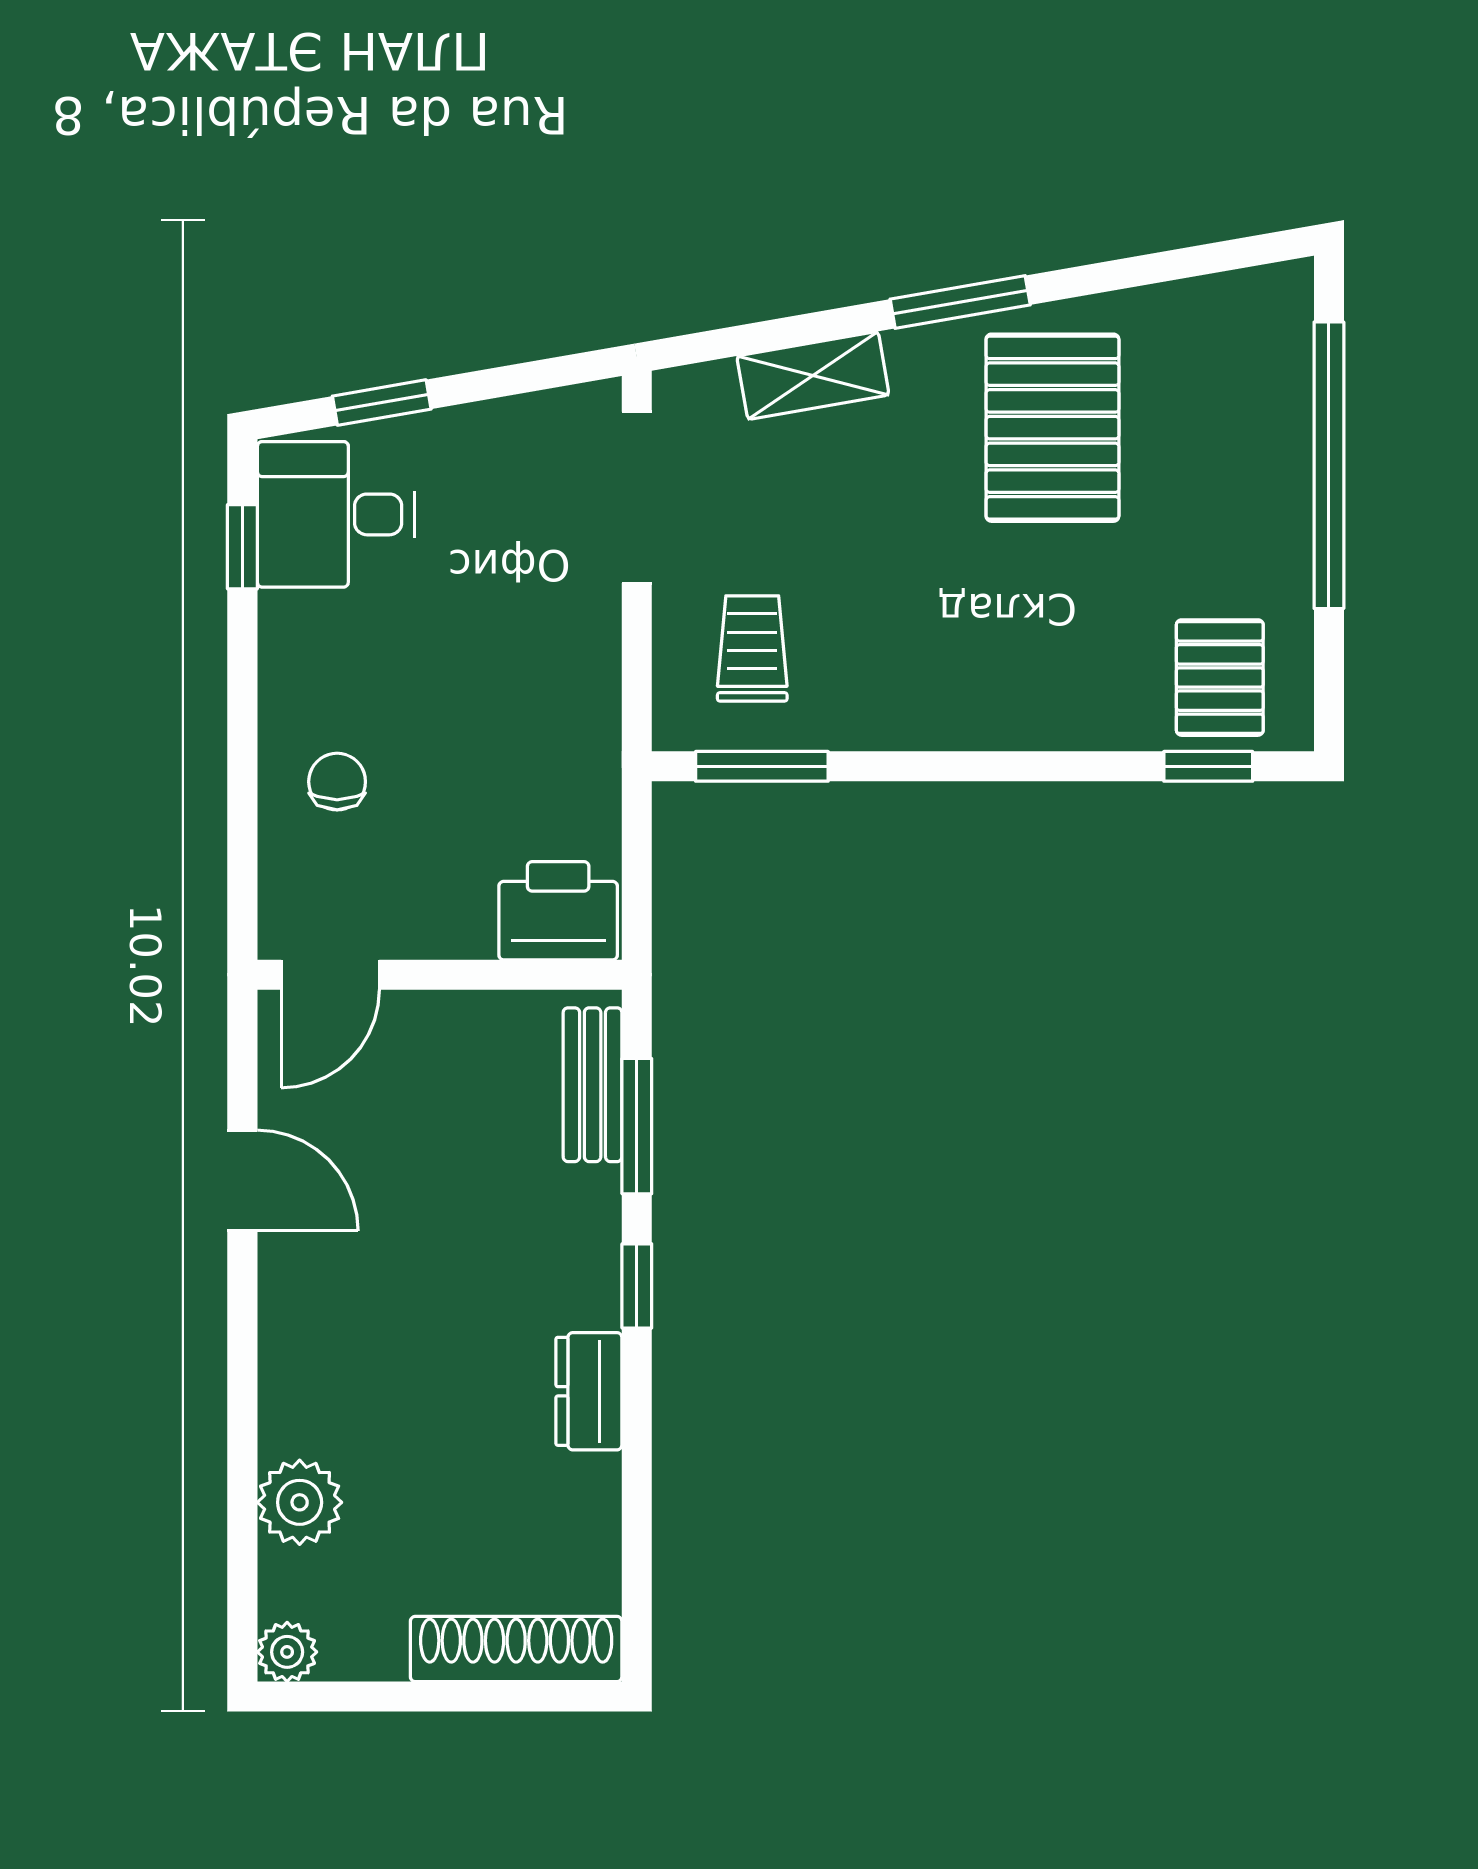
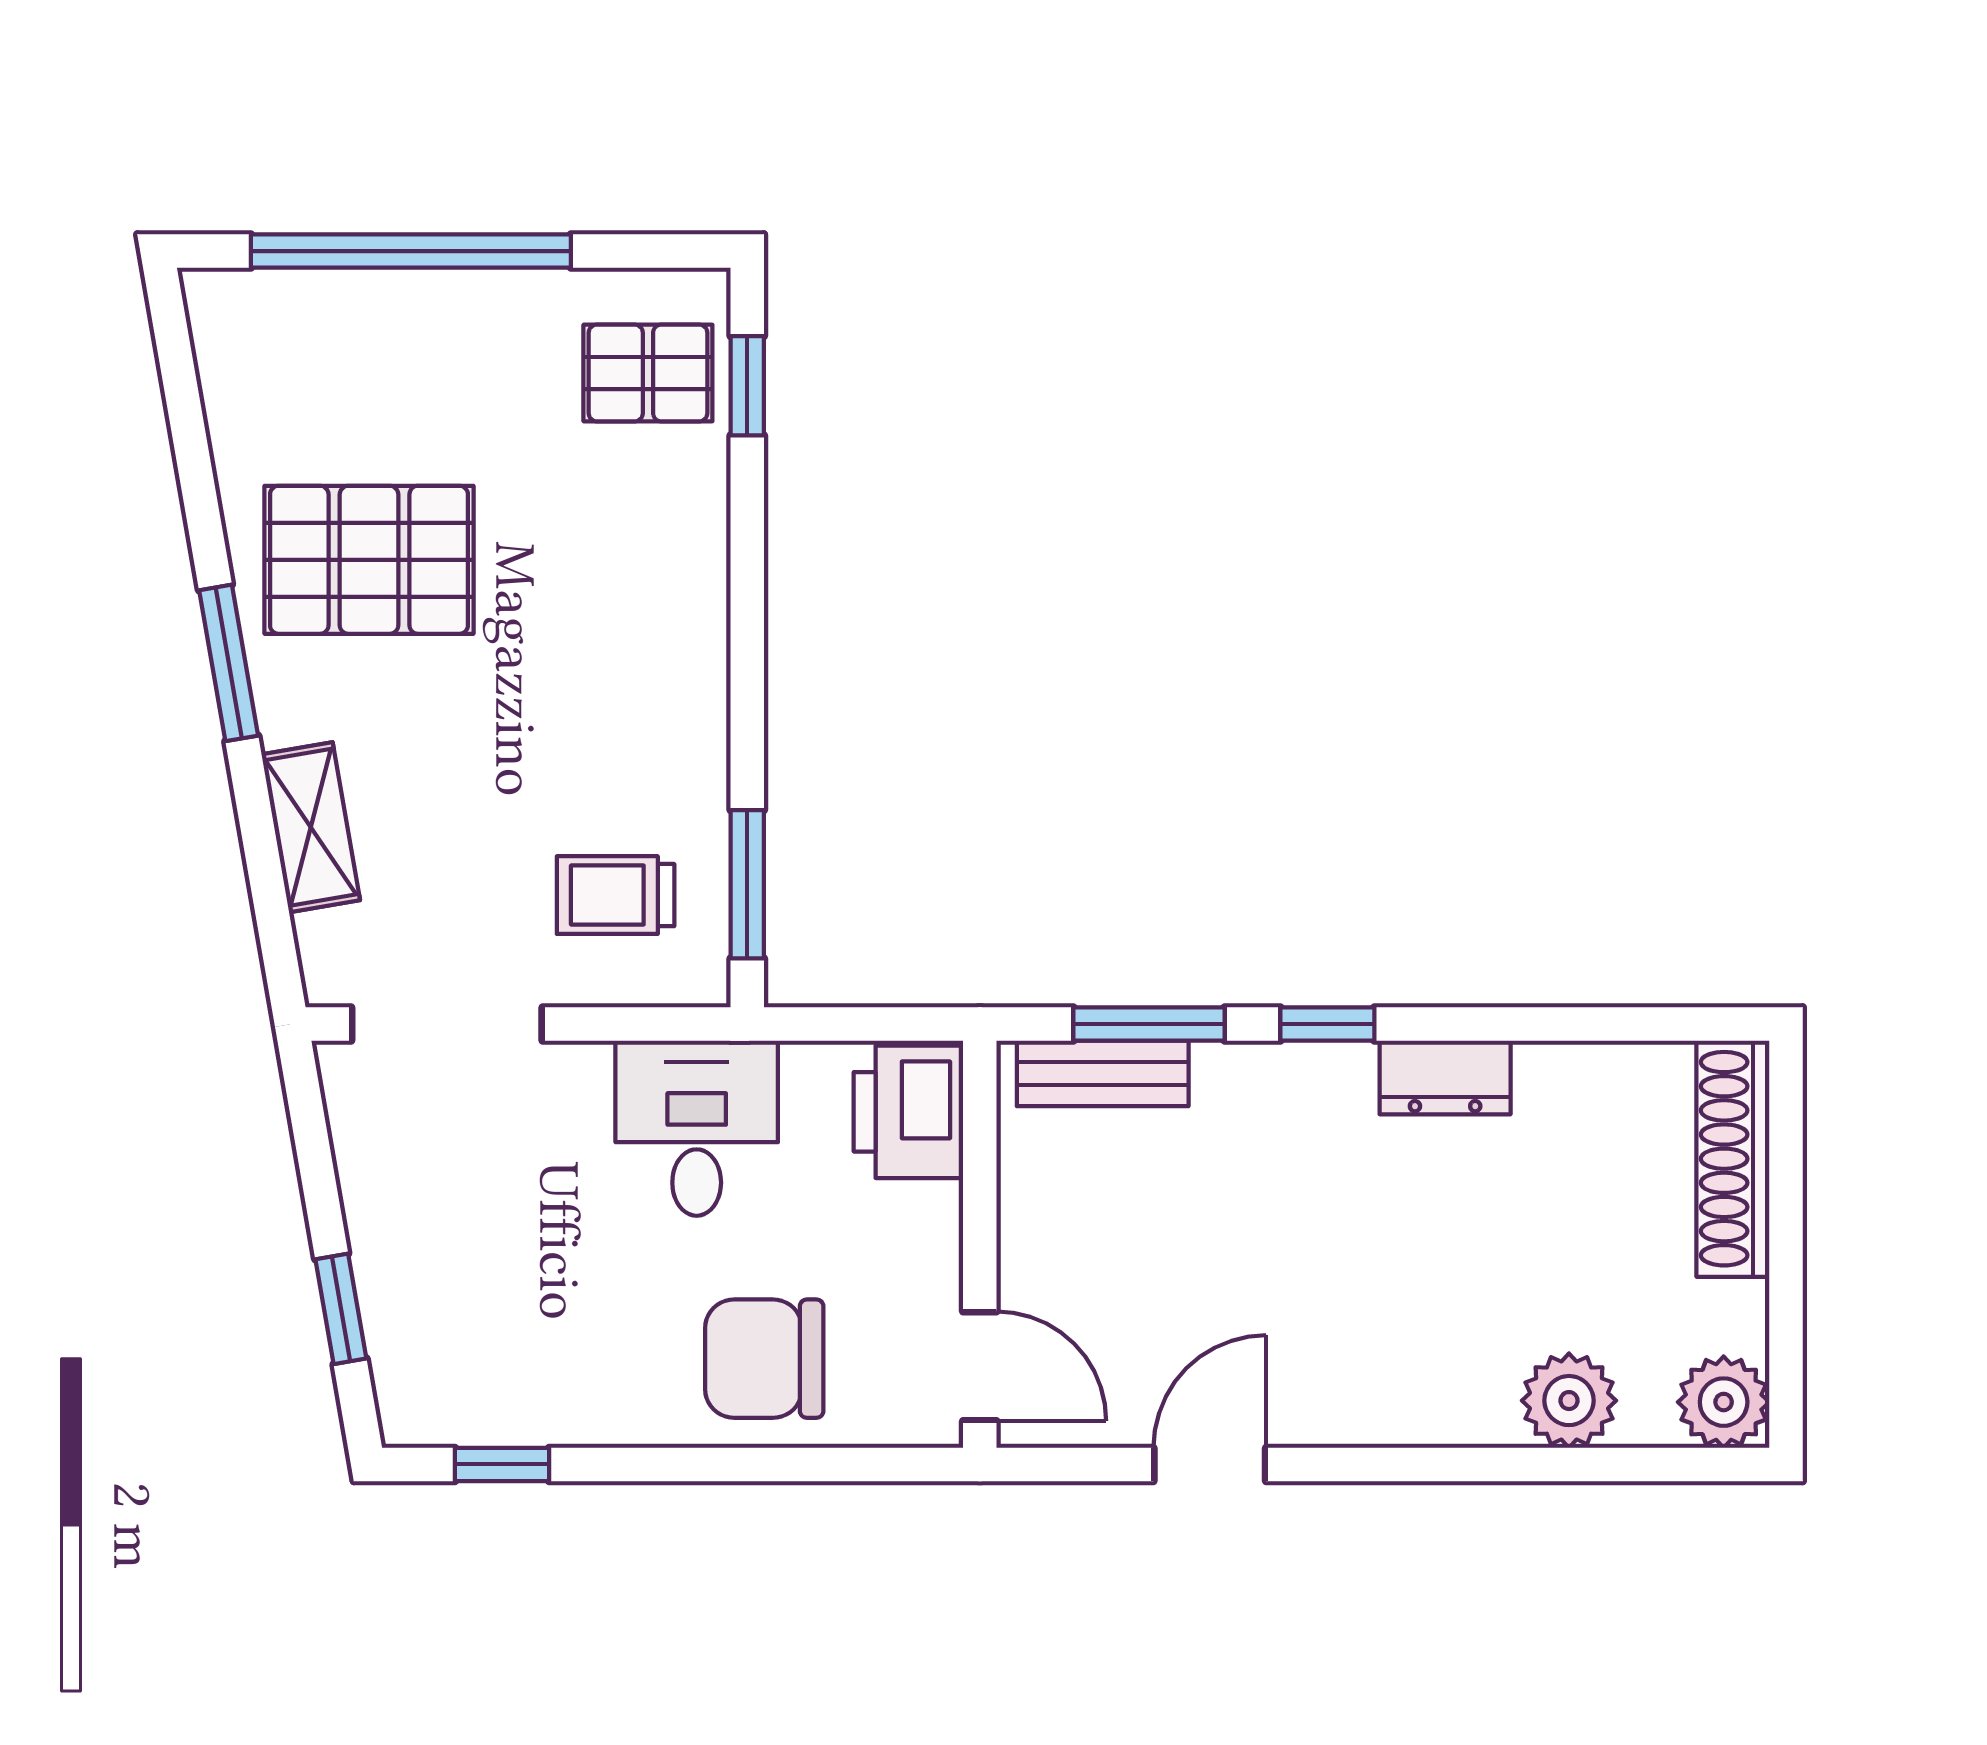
desk: (336, 514) -> (697, 1128), moved, turned 180
chair: (337, 782) -> (764, 1359), width x1.87, depth x1.87
plant: (287, 1652) -> (1724, 1402), width x1.38, depth x1.38

